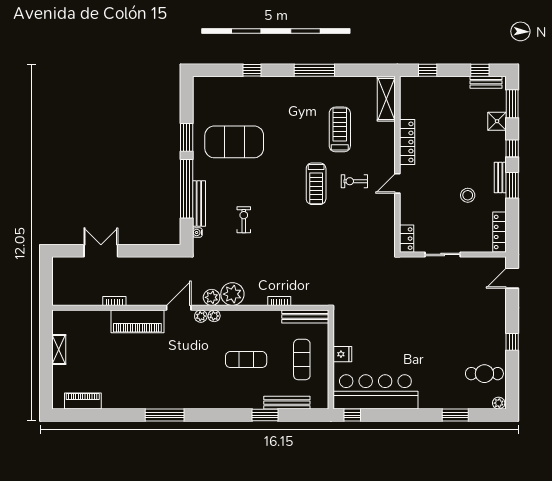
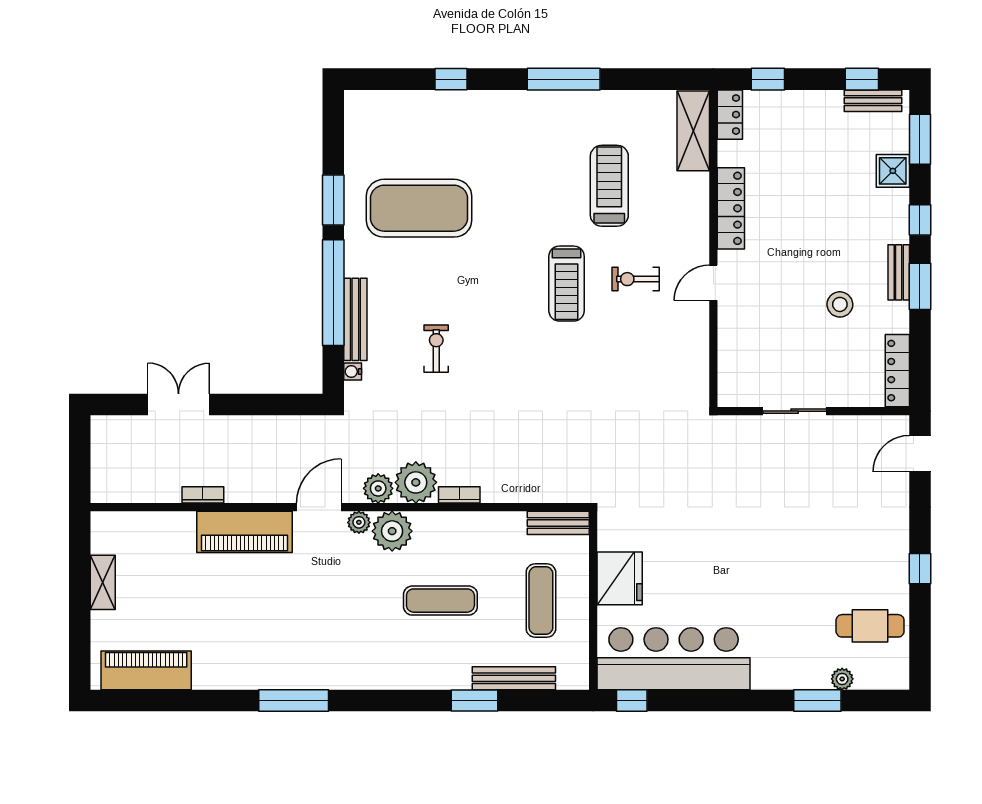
locker: (407, 239) -> (730, 115), moved
bookcase: (279, 301) -> (459, 495), moved
plant: (214, 316) -> (392, 531), width x1.88, depth x1.88
bench: (305, 317) -> (558, 523), width x0.73
fridge: (342, 354) -> (620, 578), width x1.88, depth x1.34
piano: (83, 401) -> (146, 670), width x1.37, depth x1.33
plant: (499, 403) -> (842, 679), moved

